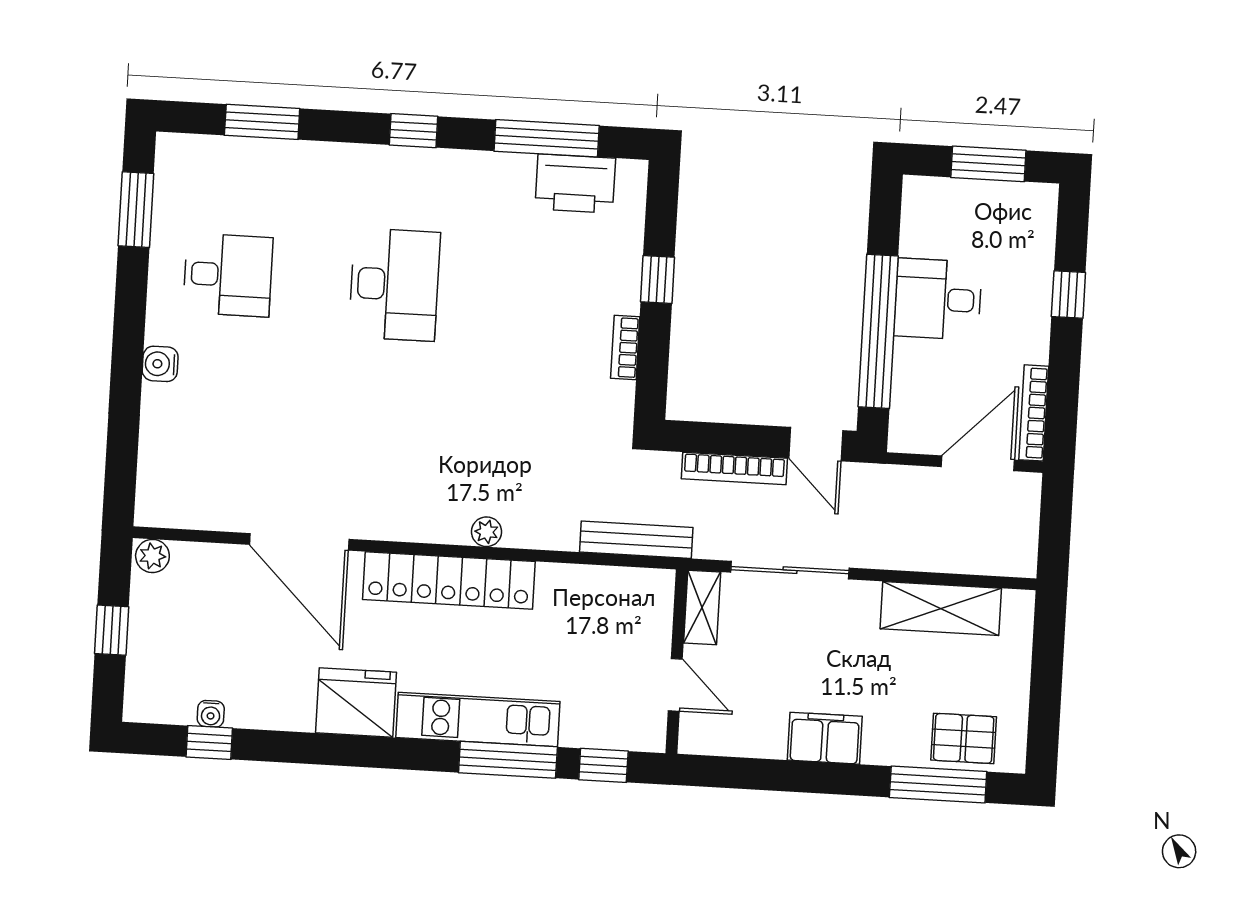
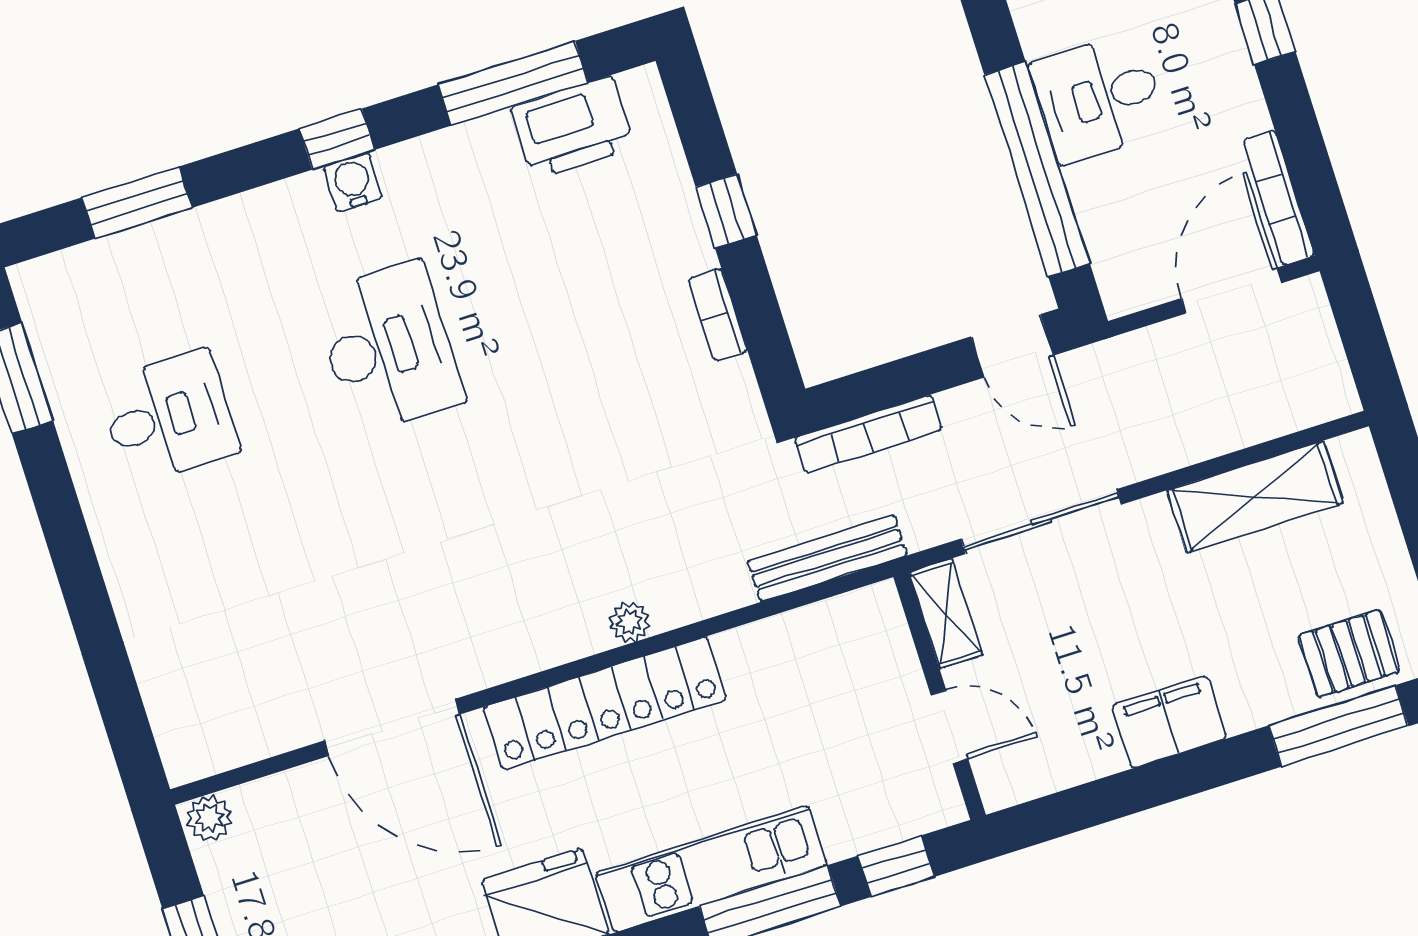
water cooler: (160, 364) -> (353, 182), moved, turned 90
bookcase: (734, 469) -> (868, 434), moved

